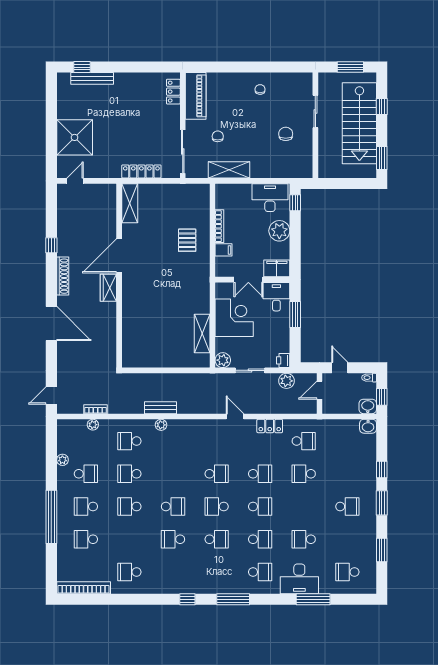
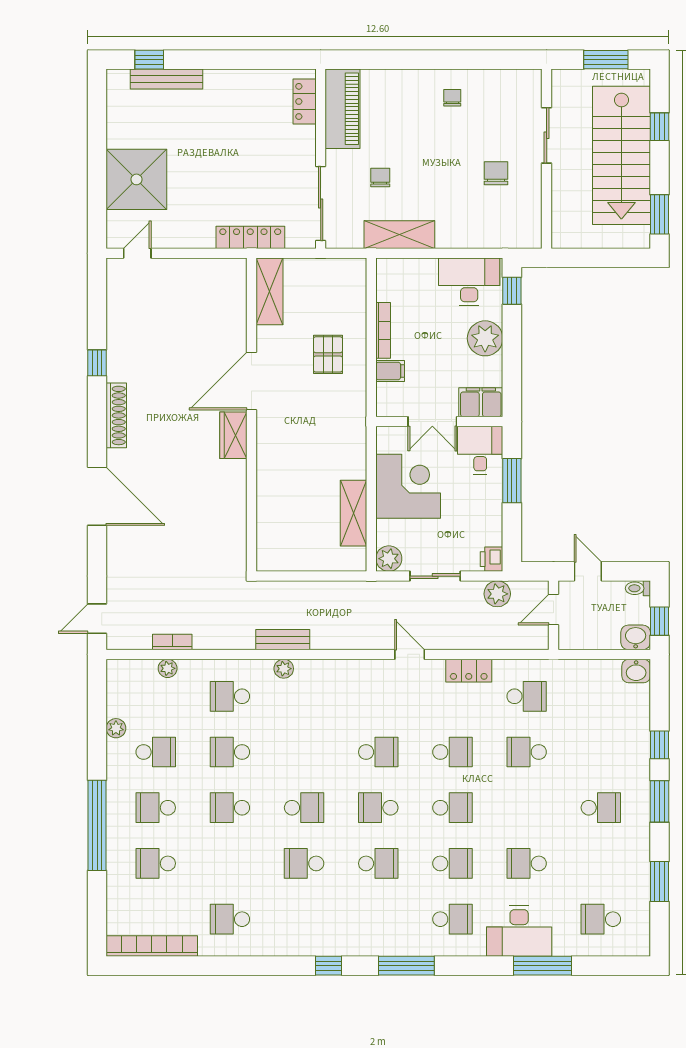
shelving: (130, 203) -> (269, 291), moved
door: (119, 256) -> (251, 381), moved
wall: (119, 276) -> (251, 415), moved
wardrobe: (108, 288) -> (233, 435), moved

